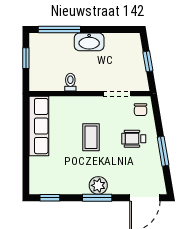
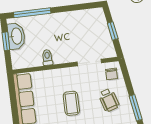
washbasin: (89, 42) -> (16, 36), moved, turned -90
wheelchair: (134, 139) -> (109, 100), turned -107

